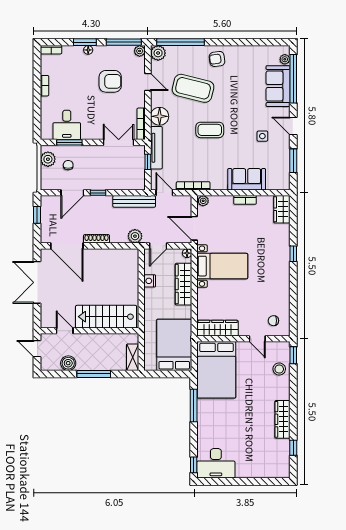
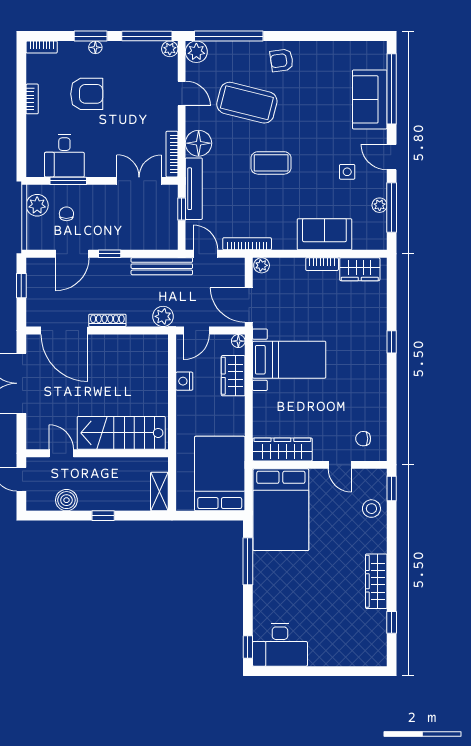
plant: (285, 59) -> (380, 205), moved
armchair: (110, 81) -> (87, 94), moved
window: (293, 161) -> (392, 207), width x1.44
wardrobe: (282, 209) -> (360, 269), moved, turned -90
wardrobe: (184, 284) -> (233, 376), width x0.67
window: (94, 374) -> (103, 516), width x0.46

